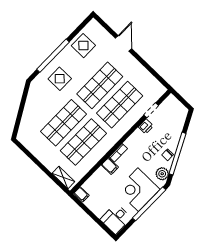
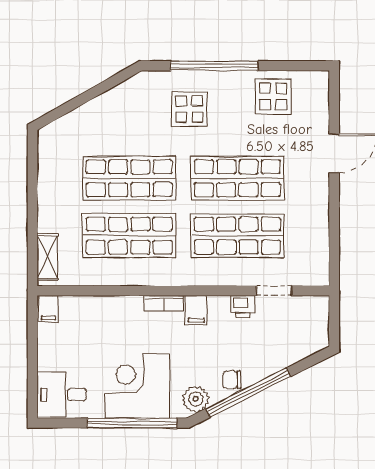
filing cabinet: (110, 166) -> (196, 310), moved

